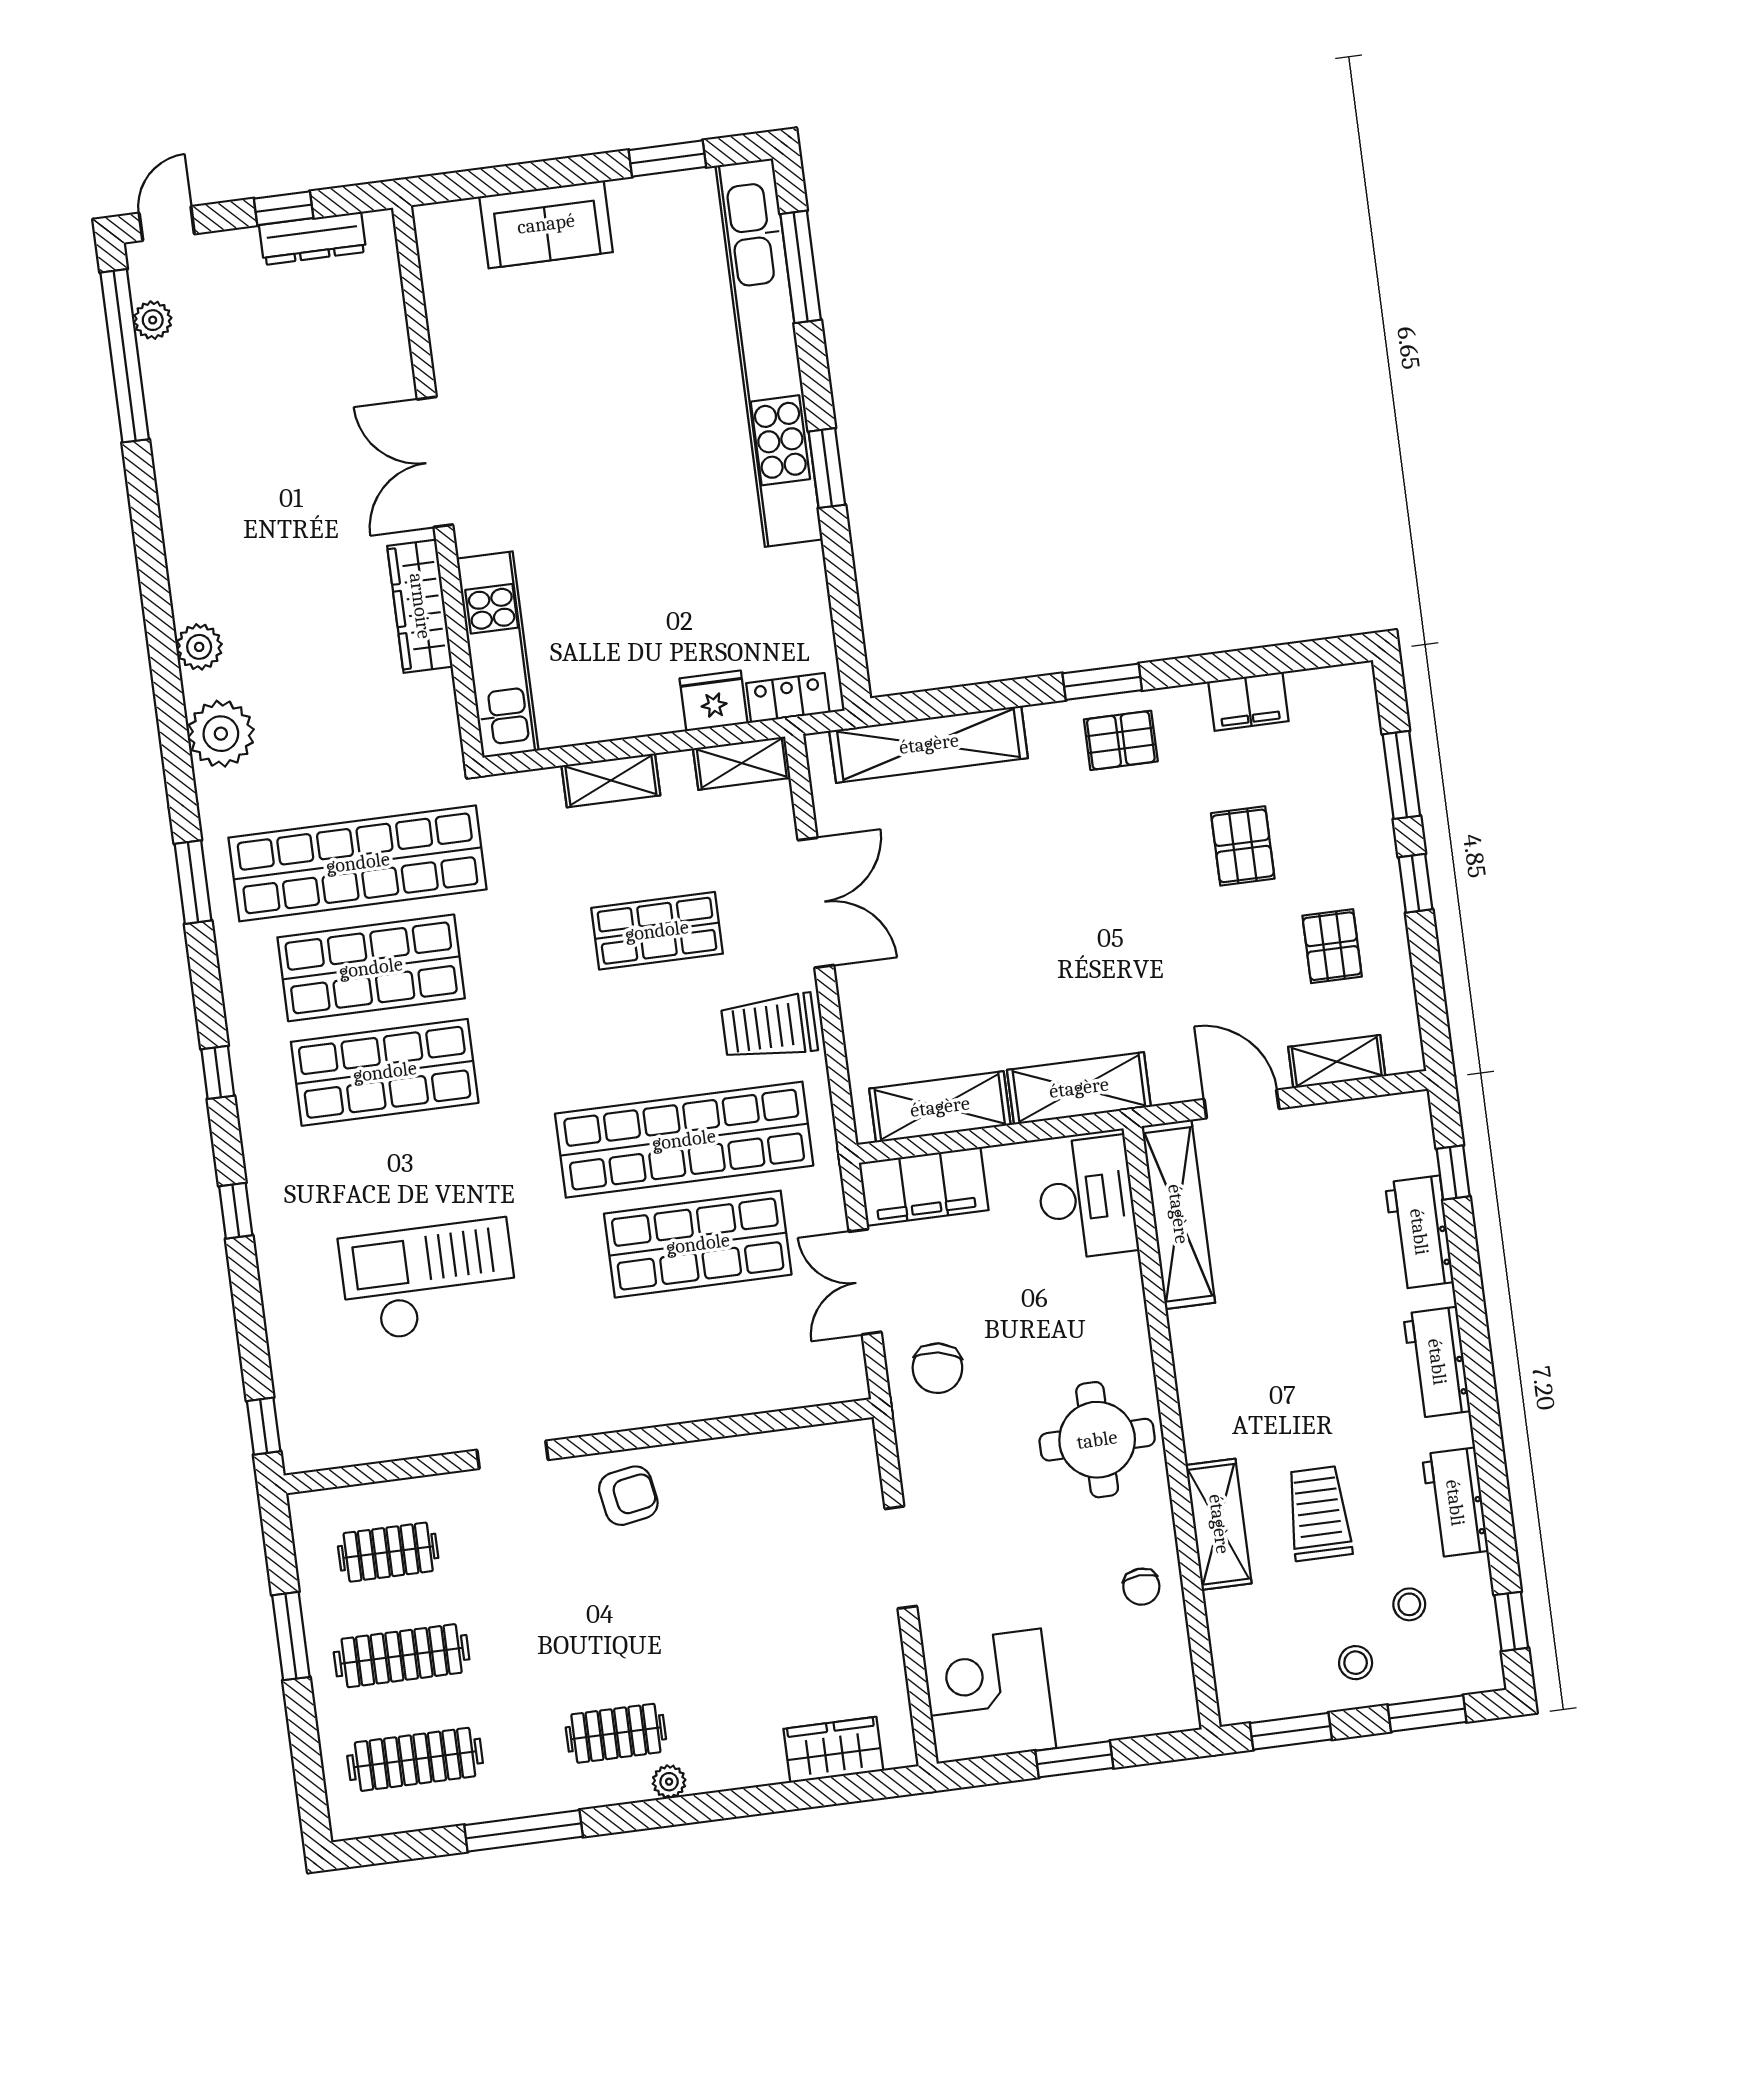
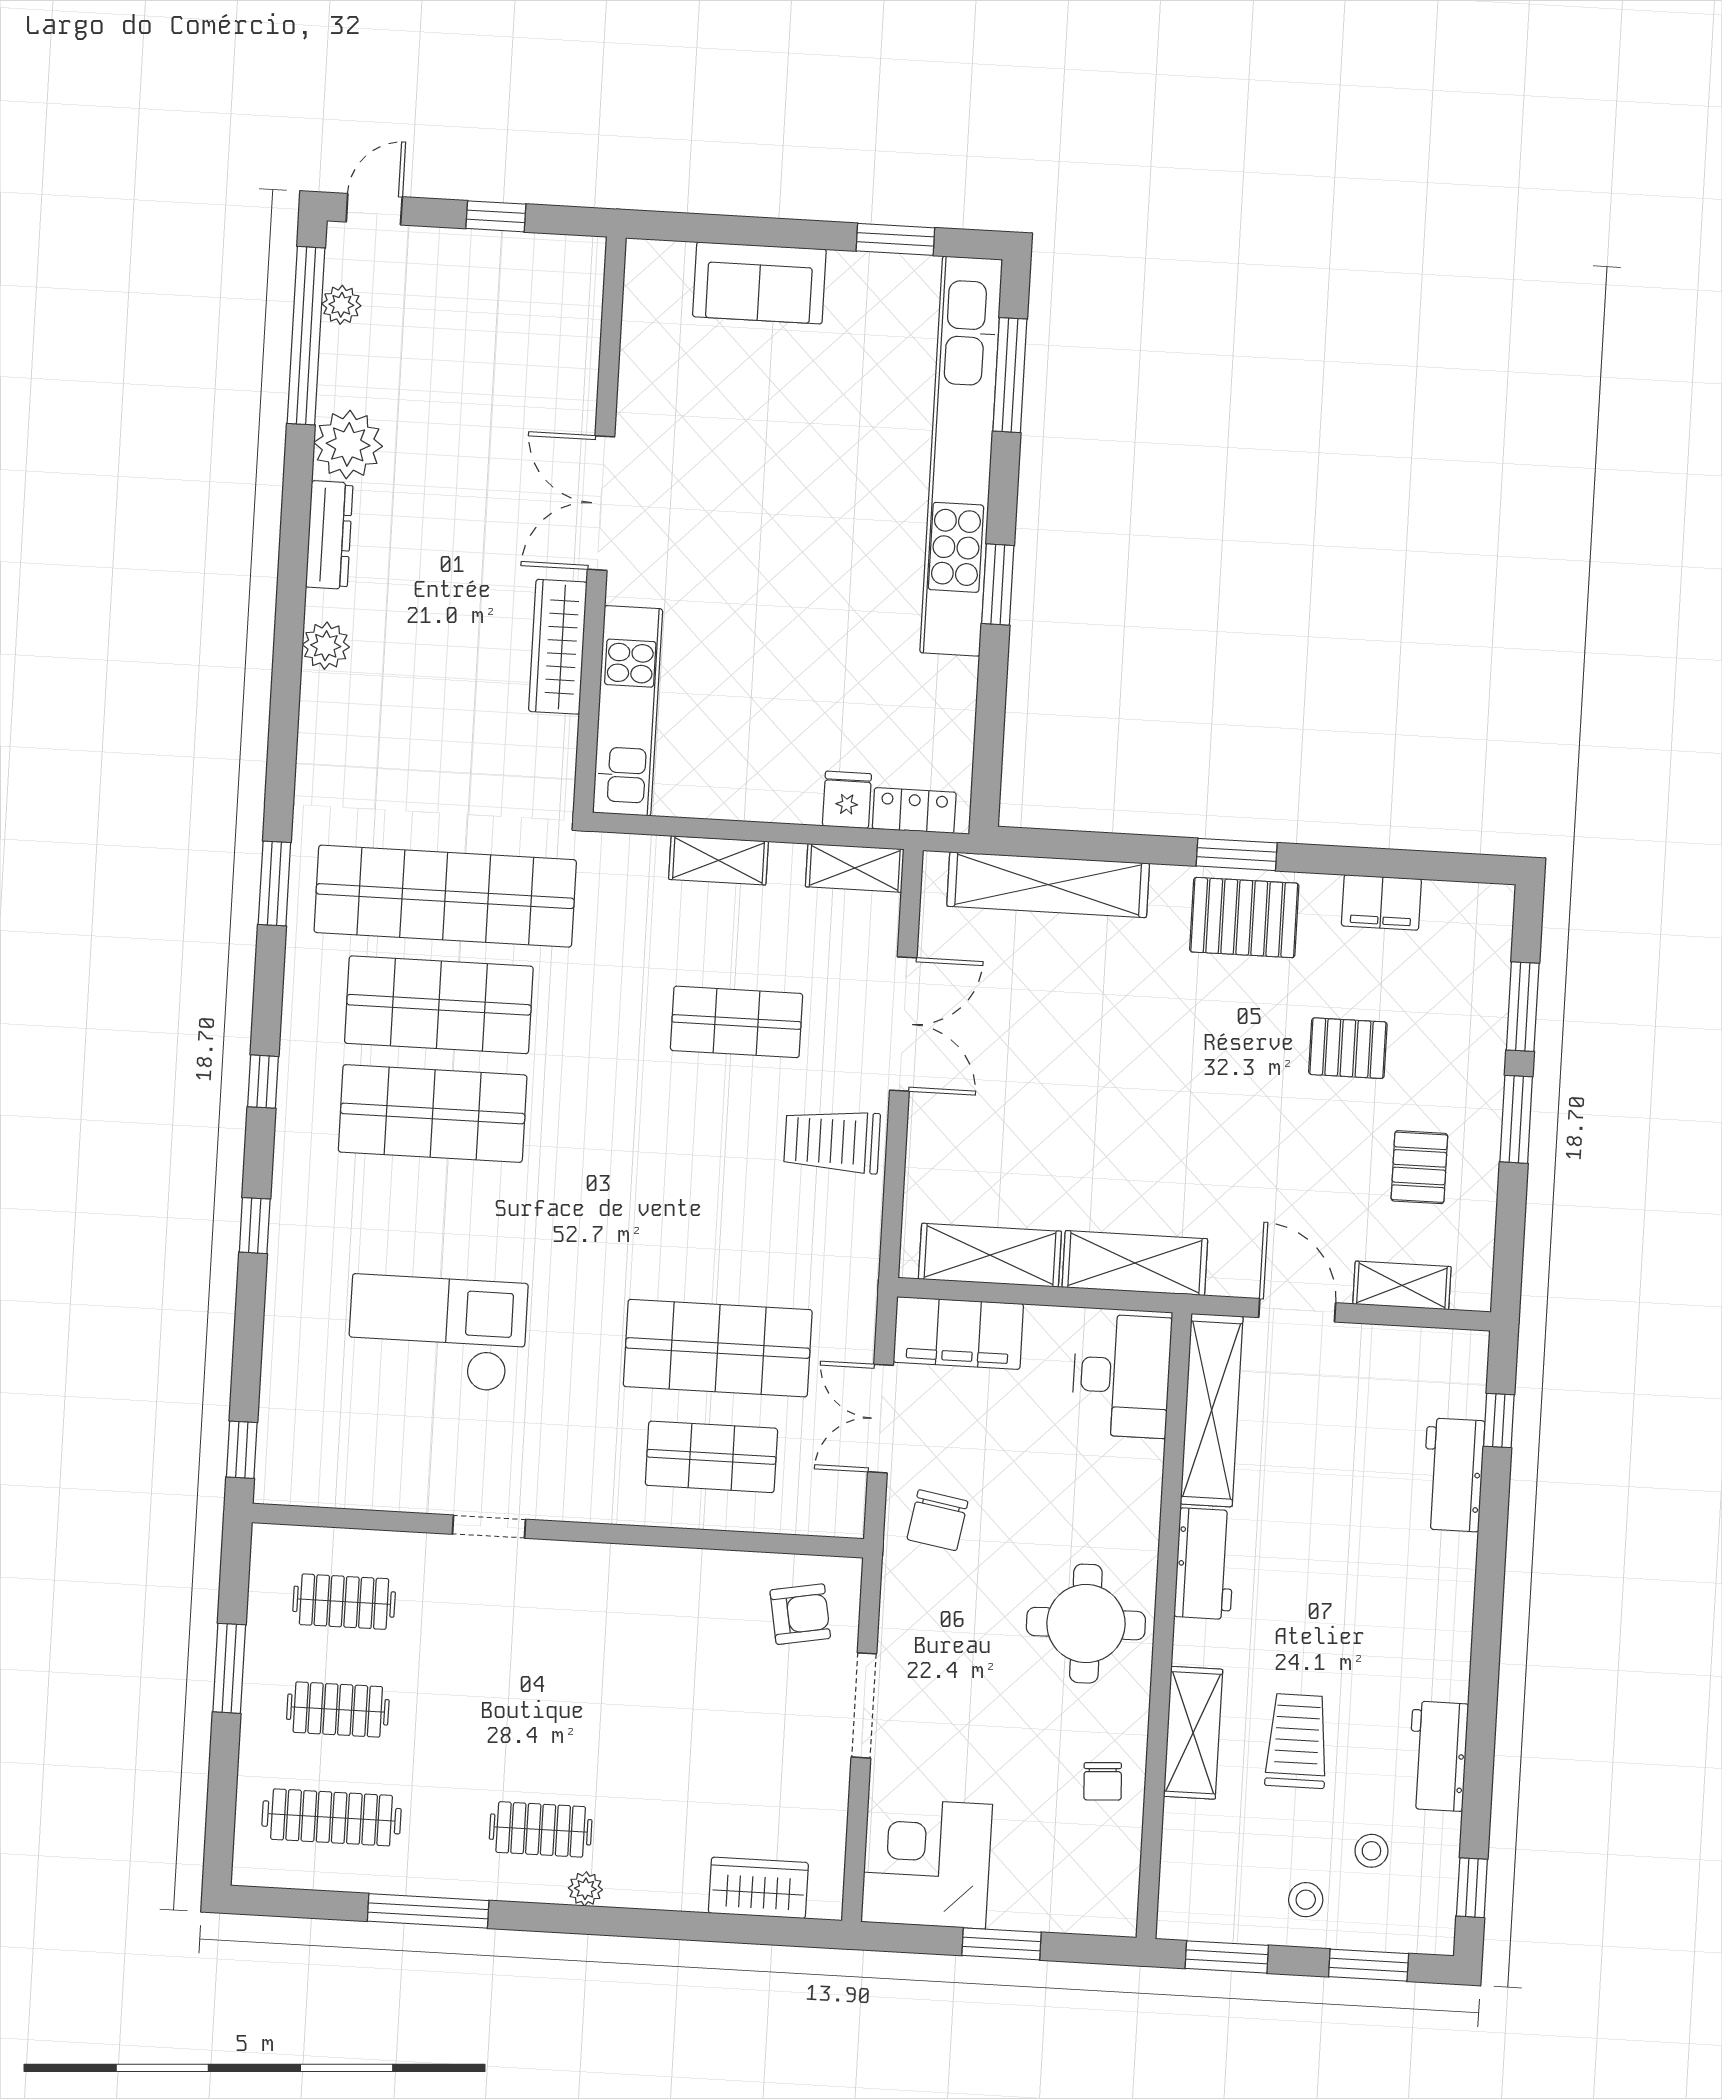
dresser: (313, 238) -> (329, 535), moved, turned -90
fridge: (714, 701) -> (847, 800), width x0.72
plant: (221, 734) -> (348, 444), moved
pallet: (1121, 740) -> (1244, 918), width x1.50, depth x1.42
pallet: (1243, 846) -> (1348, 1048), turned 90
window: (1415, 883) -> (1516, 1119), width x1.50
shop shelf: (684, 1140) -> (711, 1457), moved, width x0.50, depth x0.74
workbench: (1437, 1362) -> (1205, 1564), moved, turned 180
armchair: (628, 1496) -> (800, 1614), moved
clothes rail: (402, 1656) -> (338, 1710), width x0.73

